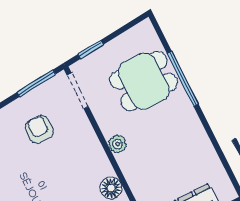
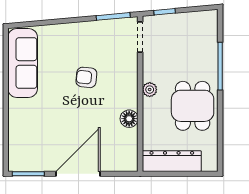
dining table: (144, 81) -> (193, 106), moved, turned 90
armchair: (39, 129) -> (86, 77), moved, turned -84

